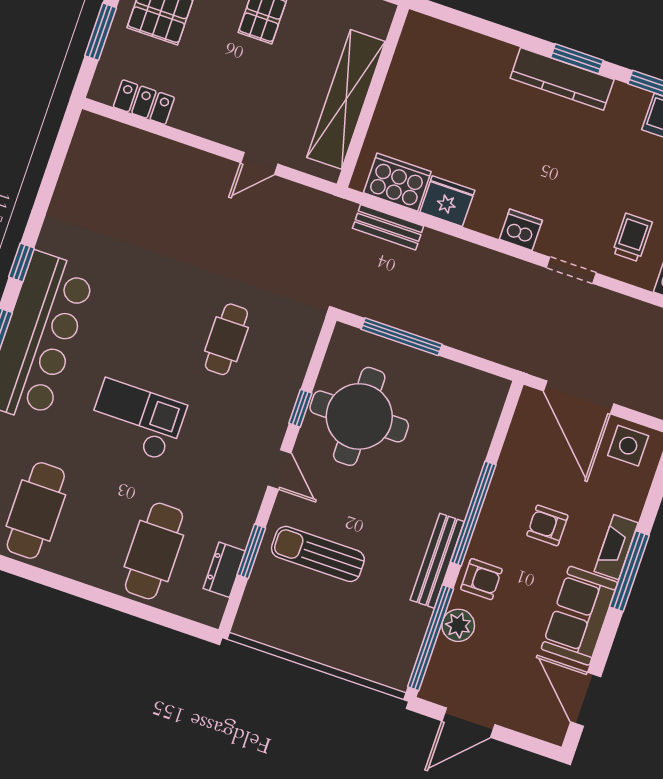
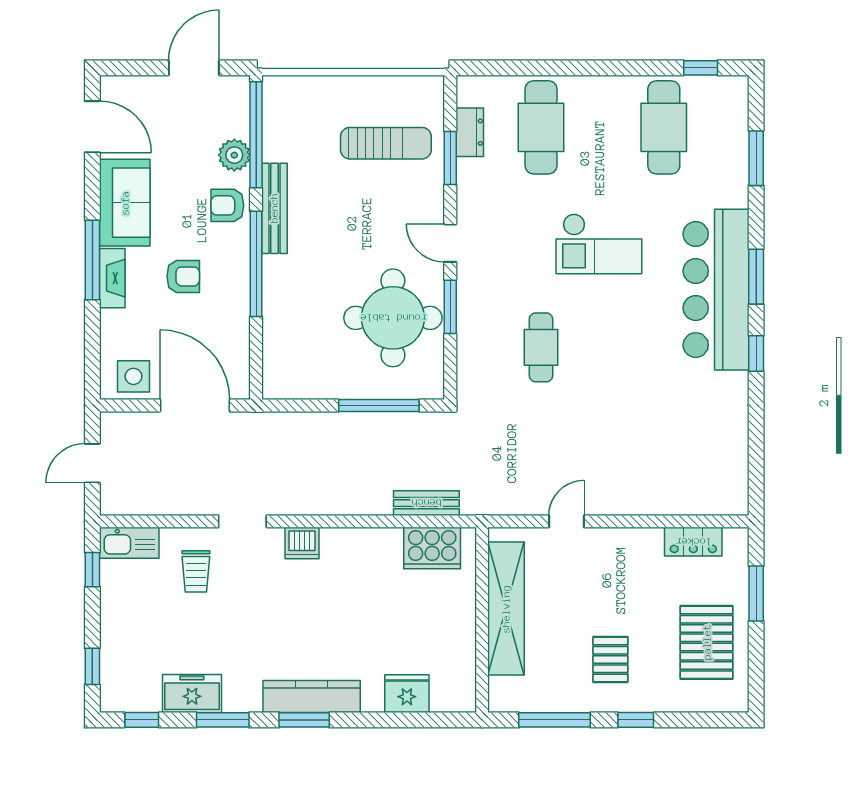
fridge: (447, 201) -> (407, 694), moved, turned 180
window: (300, 408) -> (450, 307), width x1.50
sun lounger: (318, 554) -> (386, 143), moved

